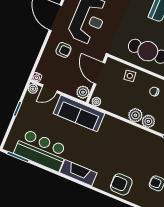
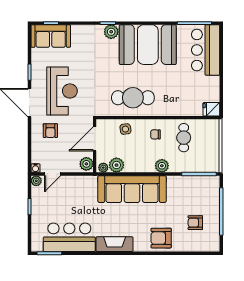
armchair: (64, 50) -> (50, 131), turned 89
door: (99, 73) -> (95, 139), hinge flipped
sofa: (79, 113) -> (132, 189), moved, width x1.36, depth x1.27
plant: (135, 115) -> (116, 165), moved

